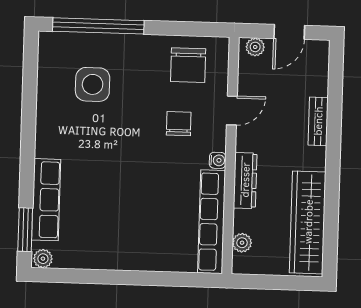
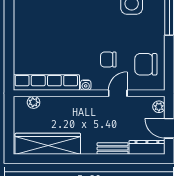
door: (232, 110) -> (118, 93), swing flipped
chair: (179, 124) -> (108, 60), turned 180
dresser: (245, 180) -> (147, 147), moved, turned 180

